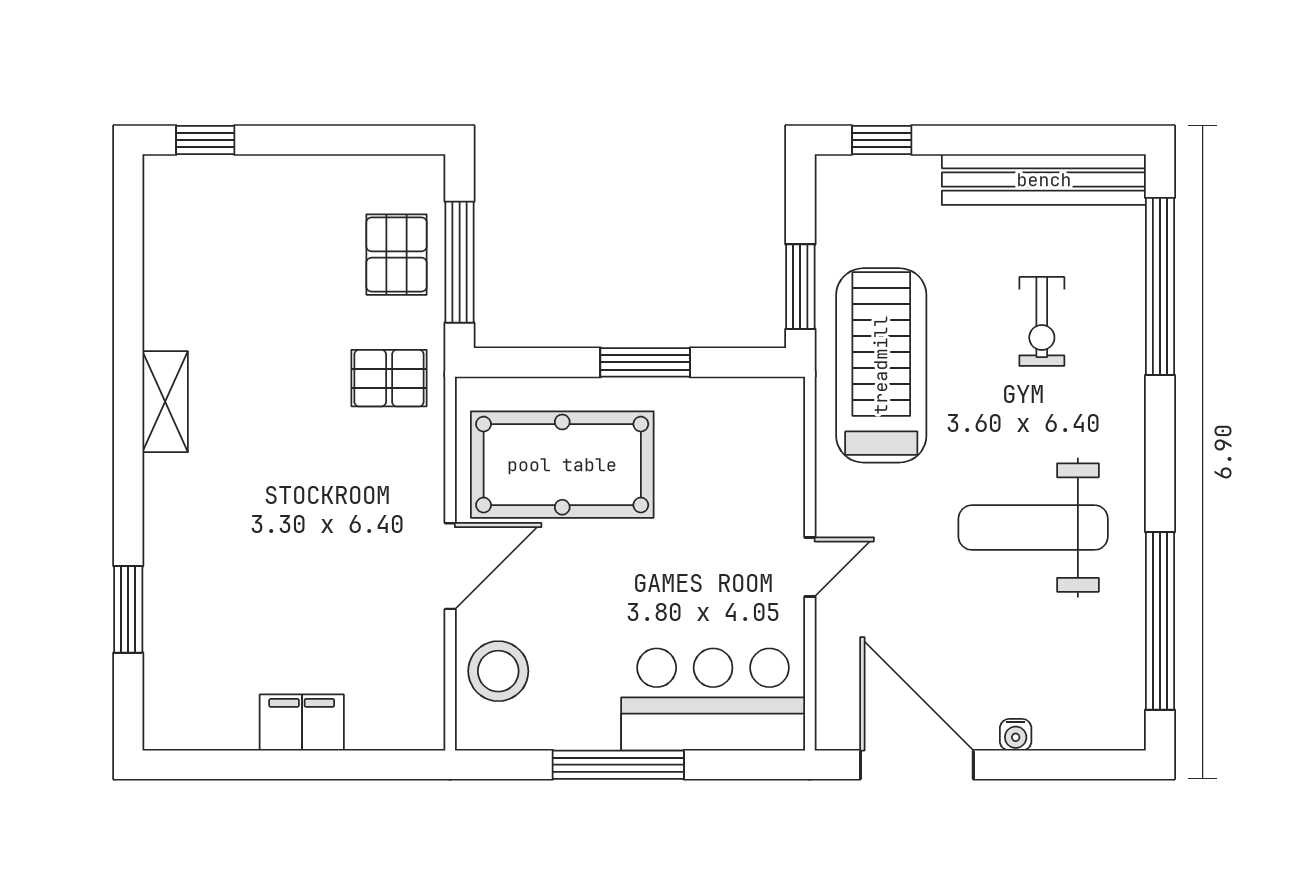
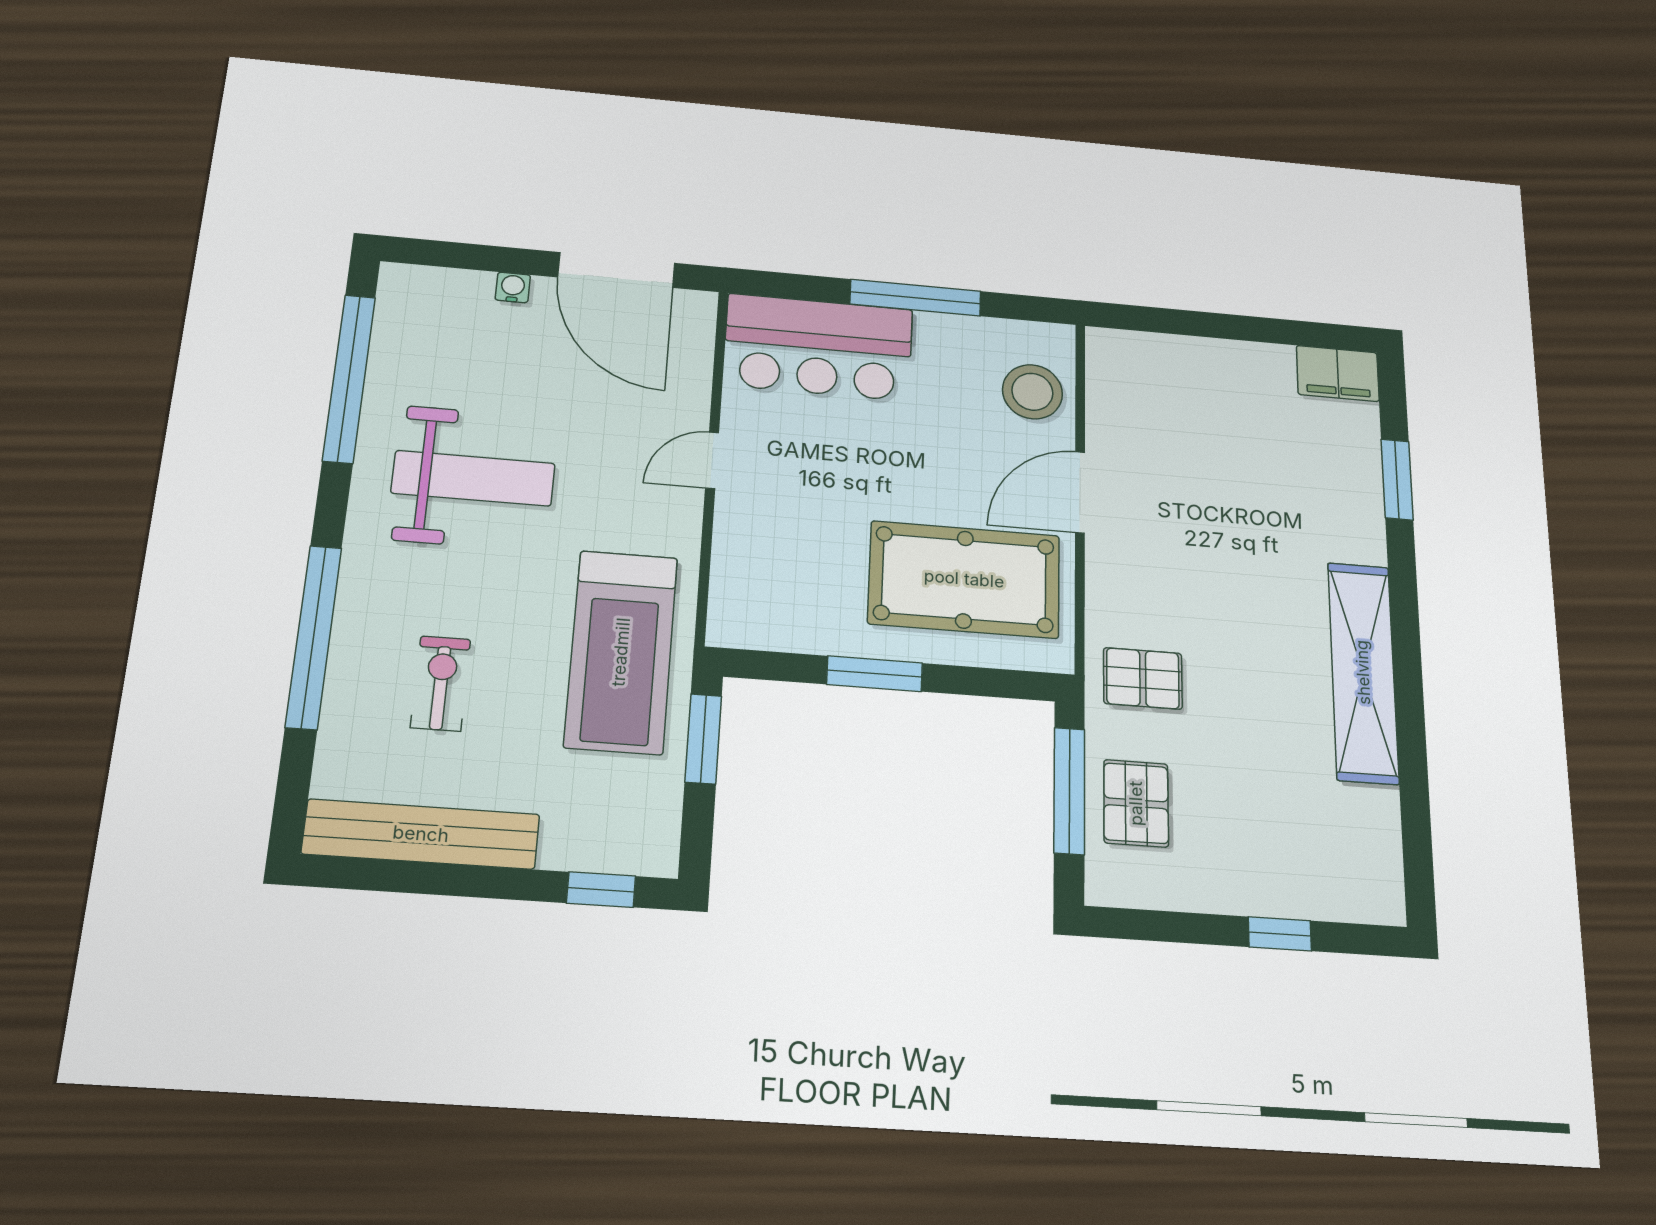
window: (205, 140) -> (1280, 934), moved
window: (1160, 286) -> (314, 637), moved
shelving: (165, 402) -> (1363, 672), width x2.20, depth x1.33
filing cabinet: (302, 722) -> (1338, 373), moved

